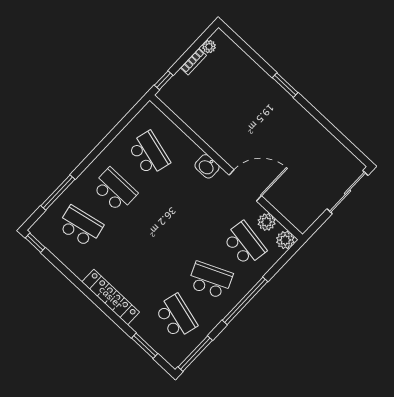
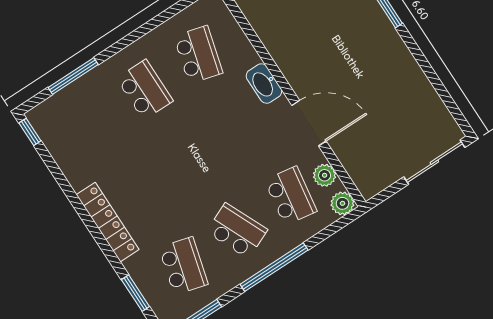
washbasin: (207, 166) -> (264, 84), width x1.38
school desk: (80, 226) -> (91, 125), removed

